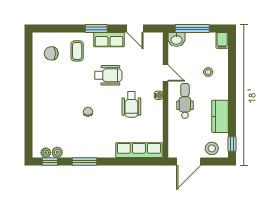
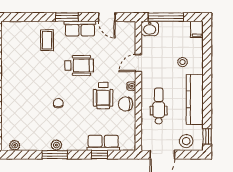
chair: (51, 53) -> (126, 104), moved
door: (165, 73) -> (138, 63), swing flipped
dental chair: (185, 101) -> (159, 106), moved
kitchen counter: (220, 116) -> (195, 99), width x1.50
row of seats: (139, 150) -> (103, 143), width x0.68
plant: (57, 152) -> (56, 145), moved
window: (50, 162) -> (99, 155), moved

